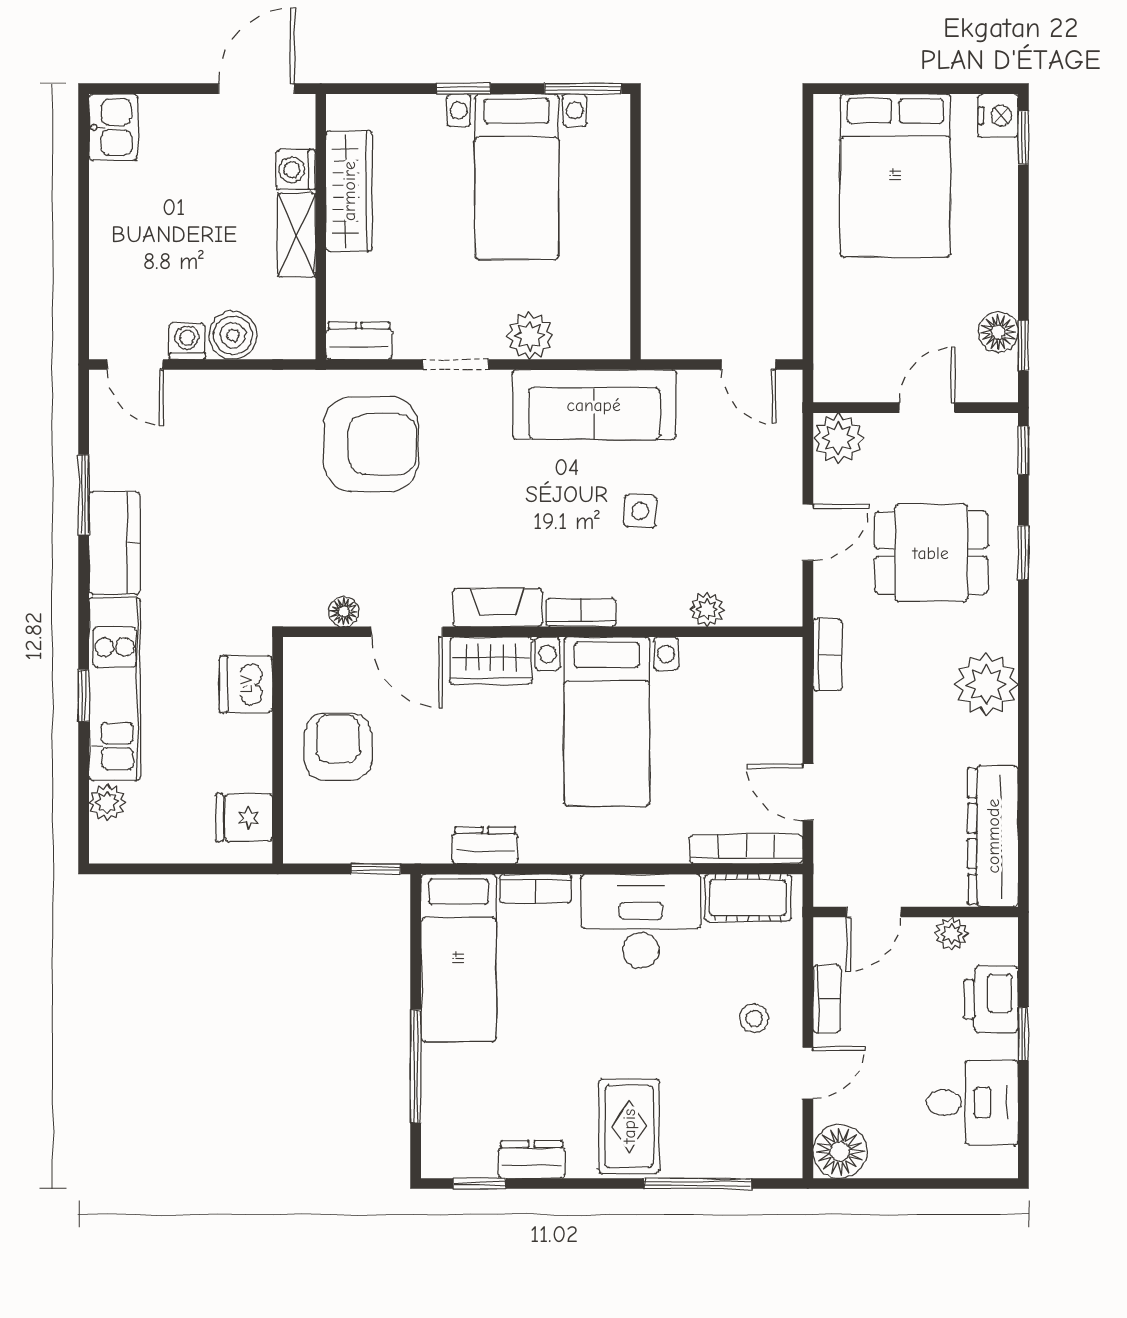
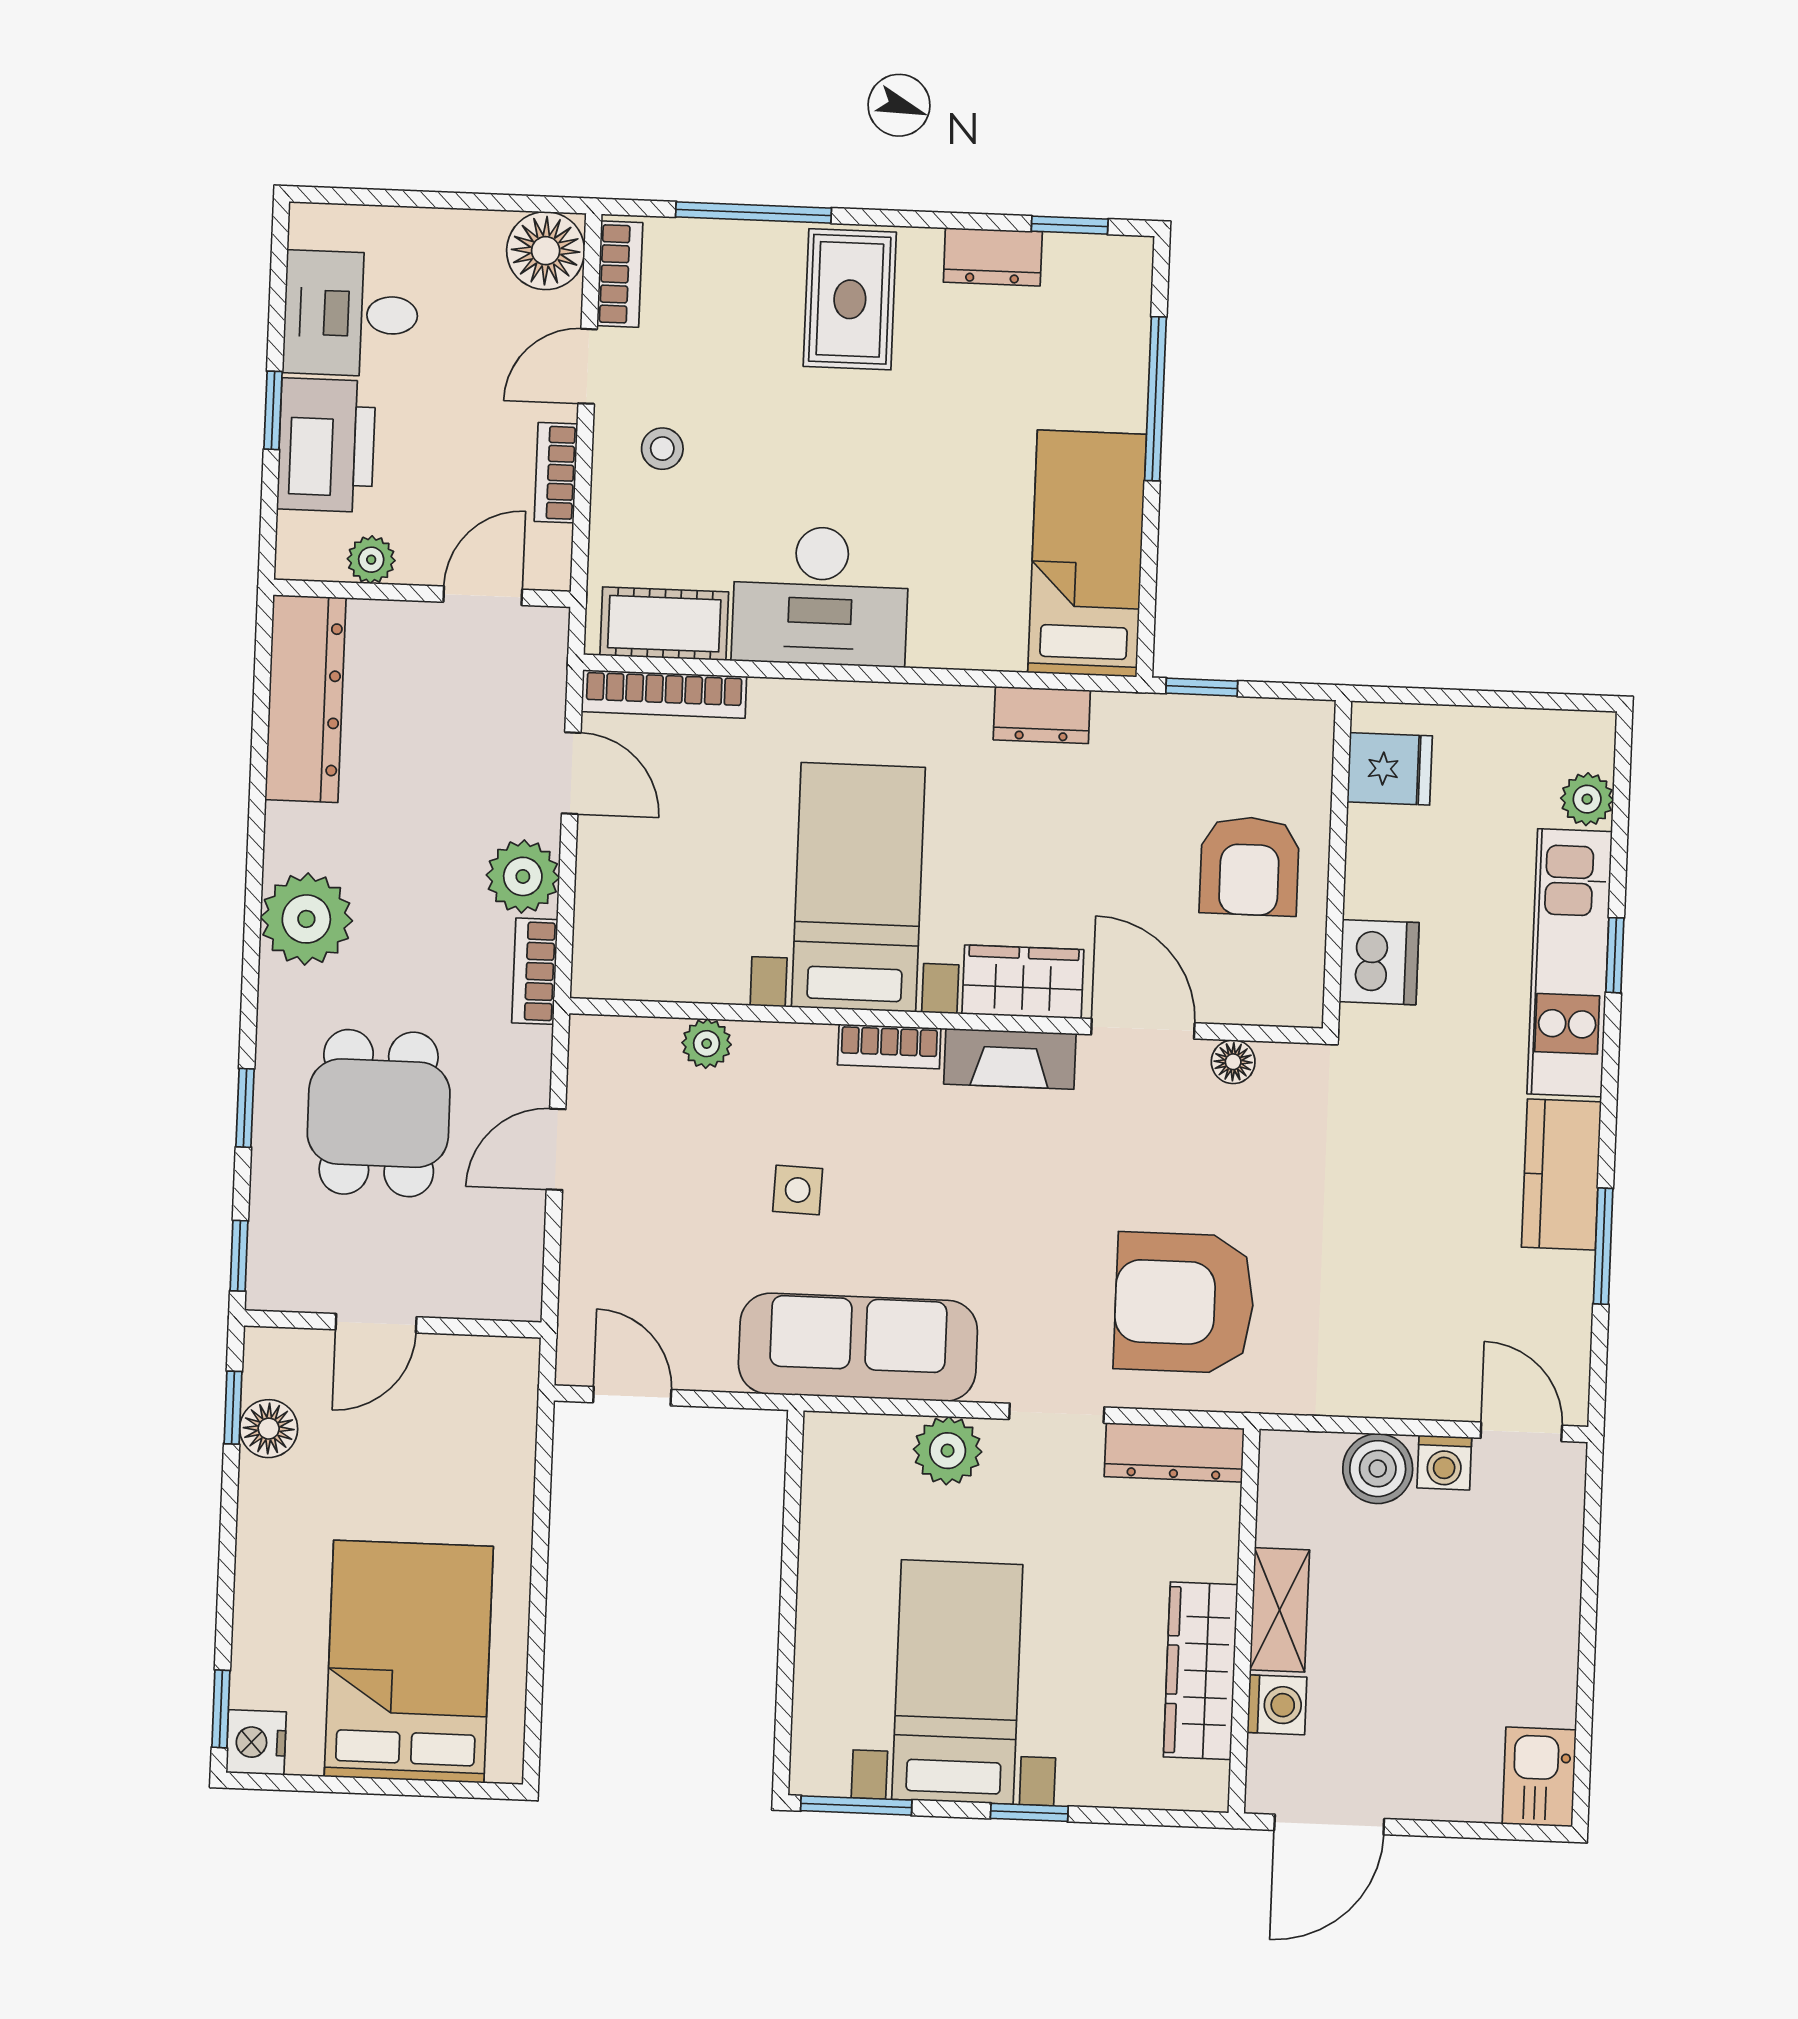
dresser: (359, 341) -> (1174, 1452), width x1.44
plant: (838, 438) -> (523, 876), moved
dining table: (931, 553) -> (379, 1113), turned 90
bookcase: (536, 888) -> (620, 274), moved, turned 90
printer: (991, 999) -> (326, 445), width x1.37, depth x1.19

